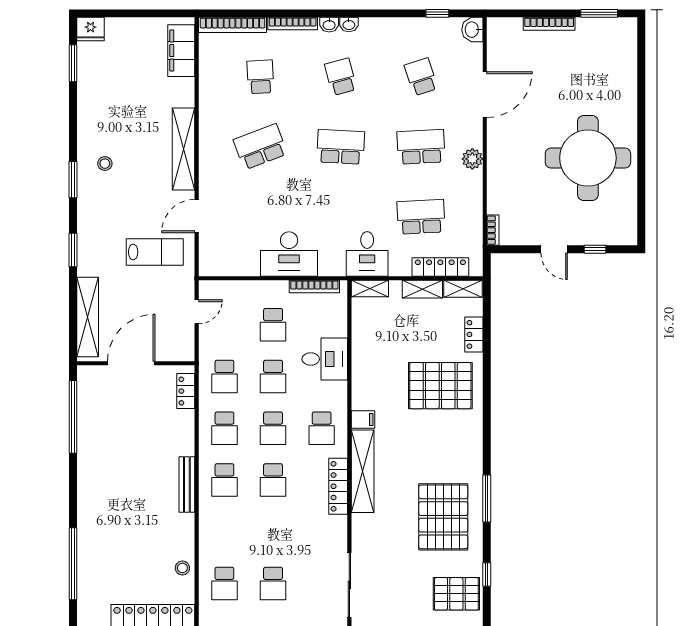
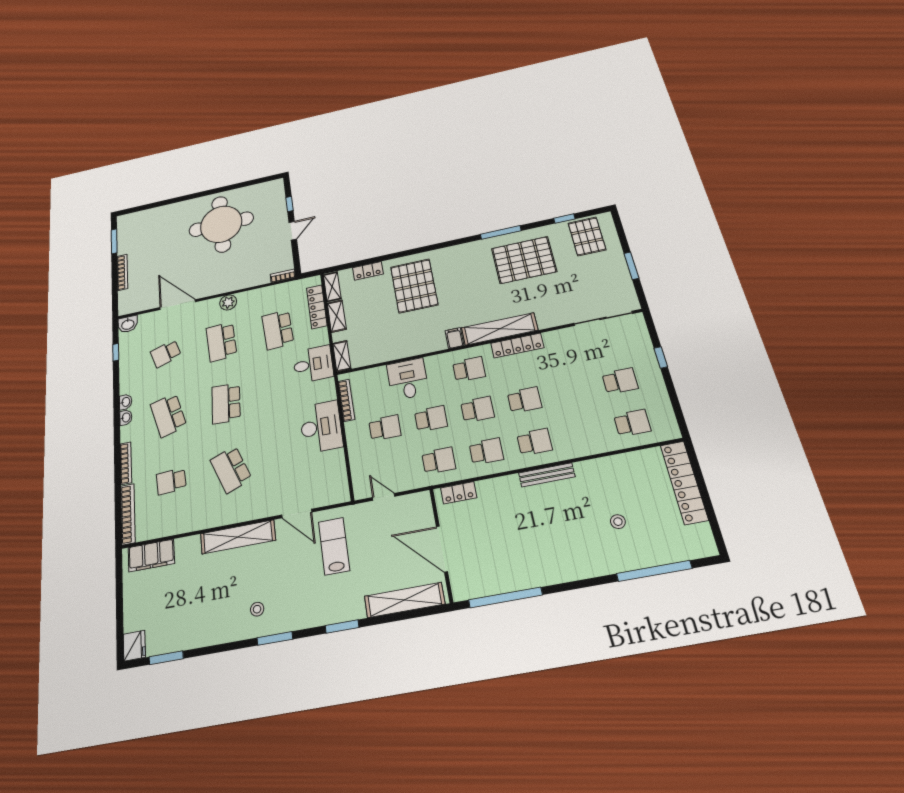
washbasin: (329, 25) -> (126, 402), moved
school desk: (341, 77) -> (168, 415), width x1.85
stool: (182, 568) -> (618, 522), moved

